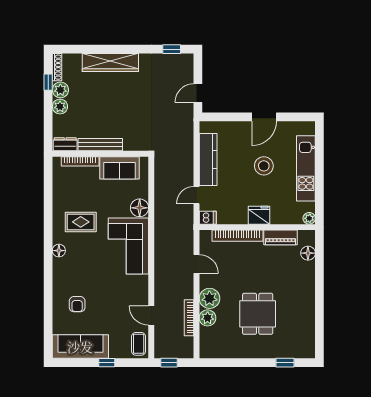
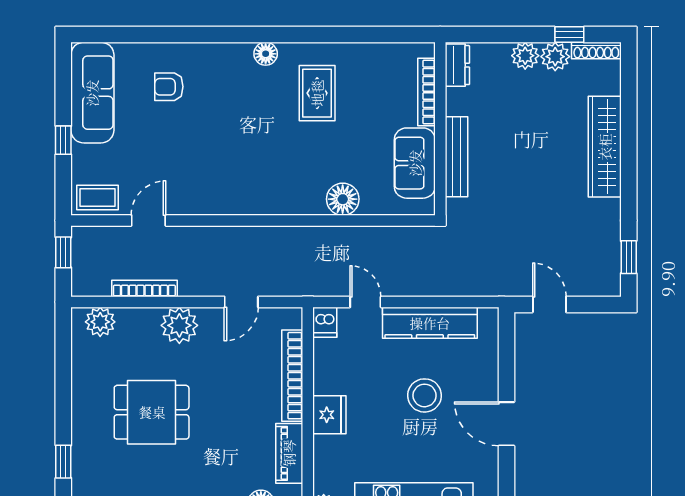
bench: (100, 145) -> (457, 157), moved
stool: (264, 166) -> (425, 395), moved
corner sofa: (128, 246) -> (274, 179), removed
plant: (208, 318) -> (100, 322), moved

